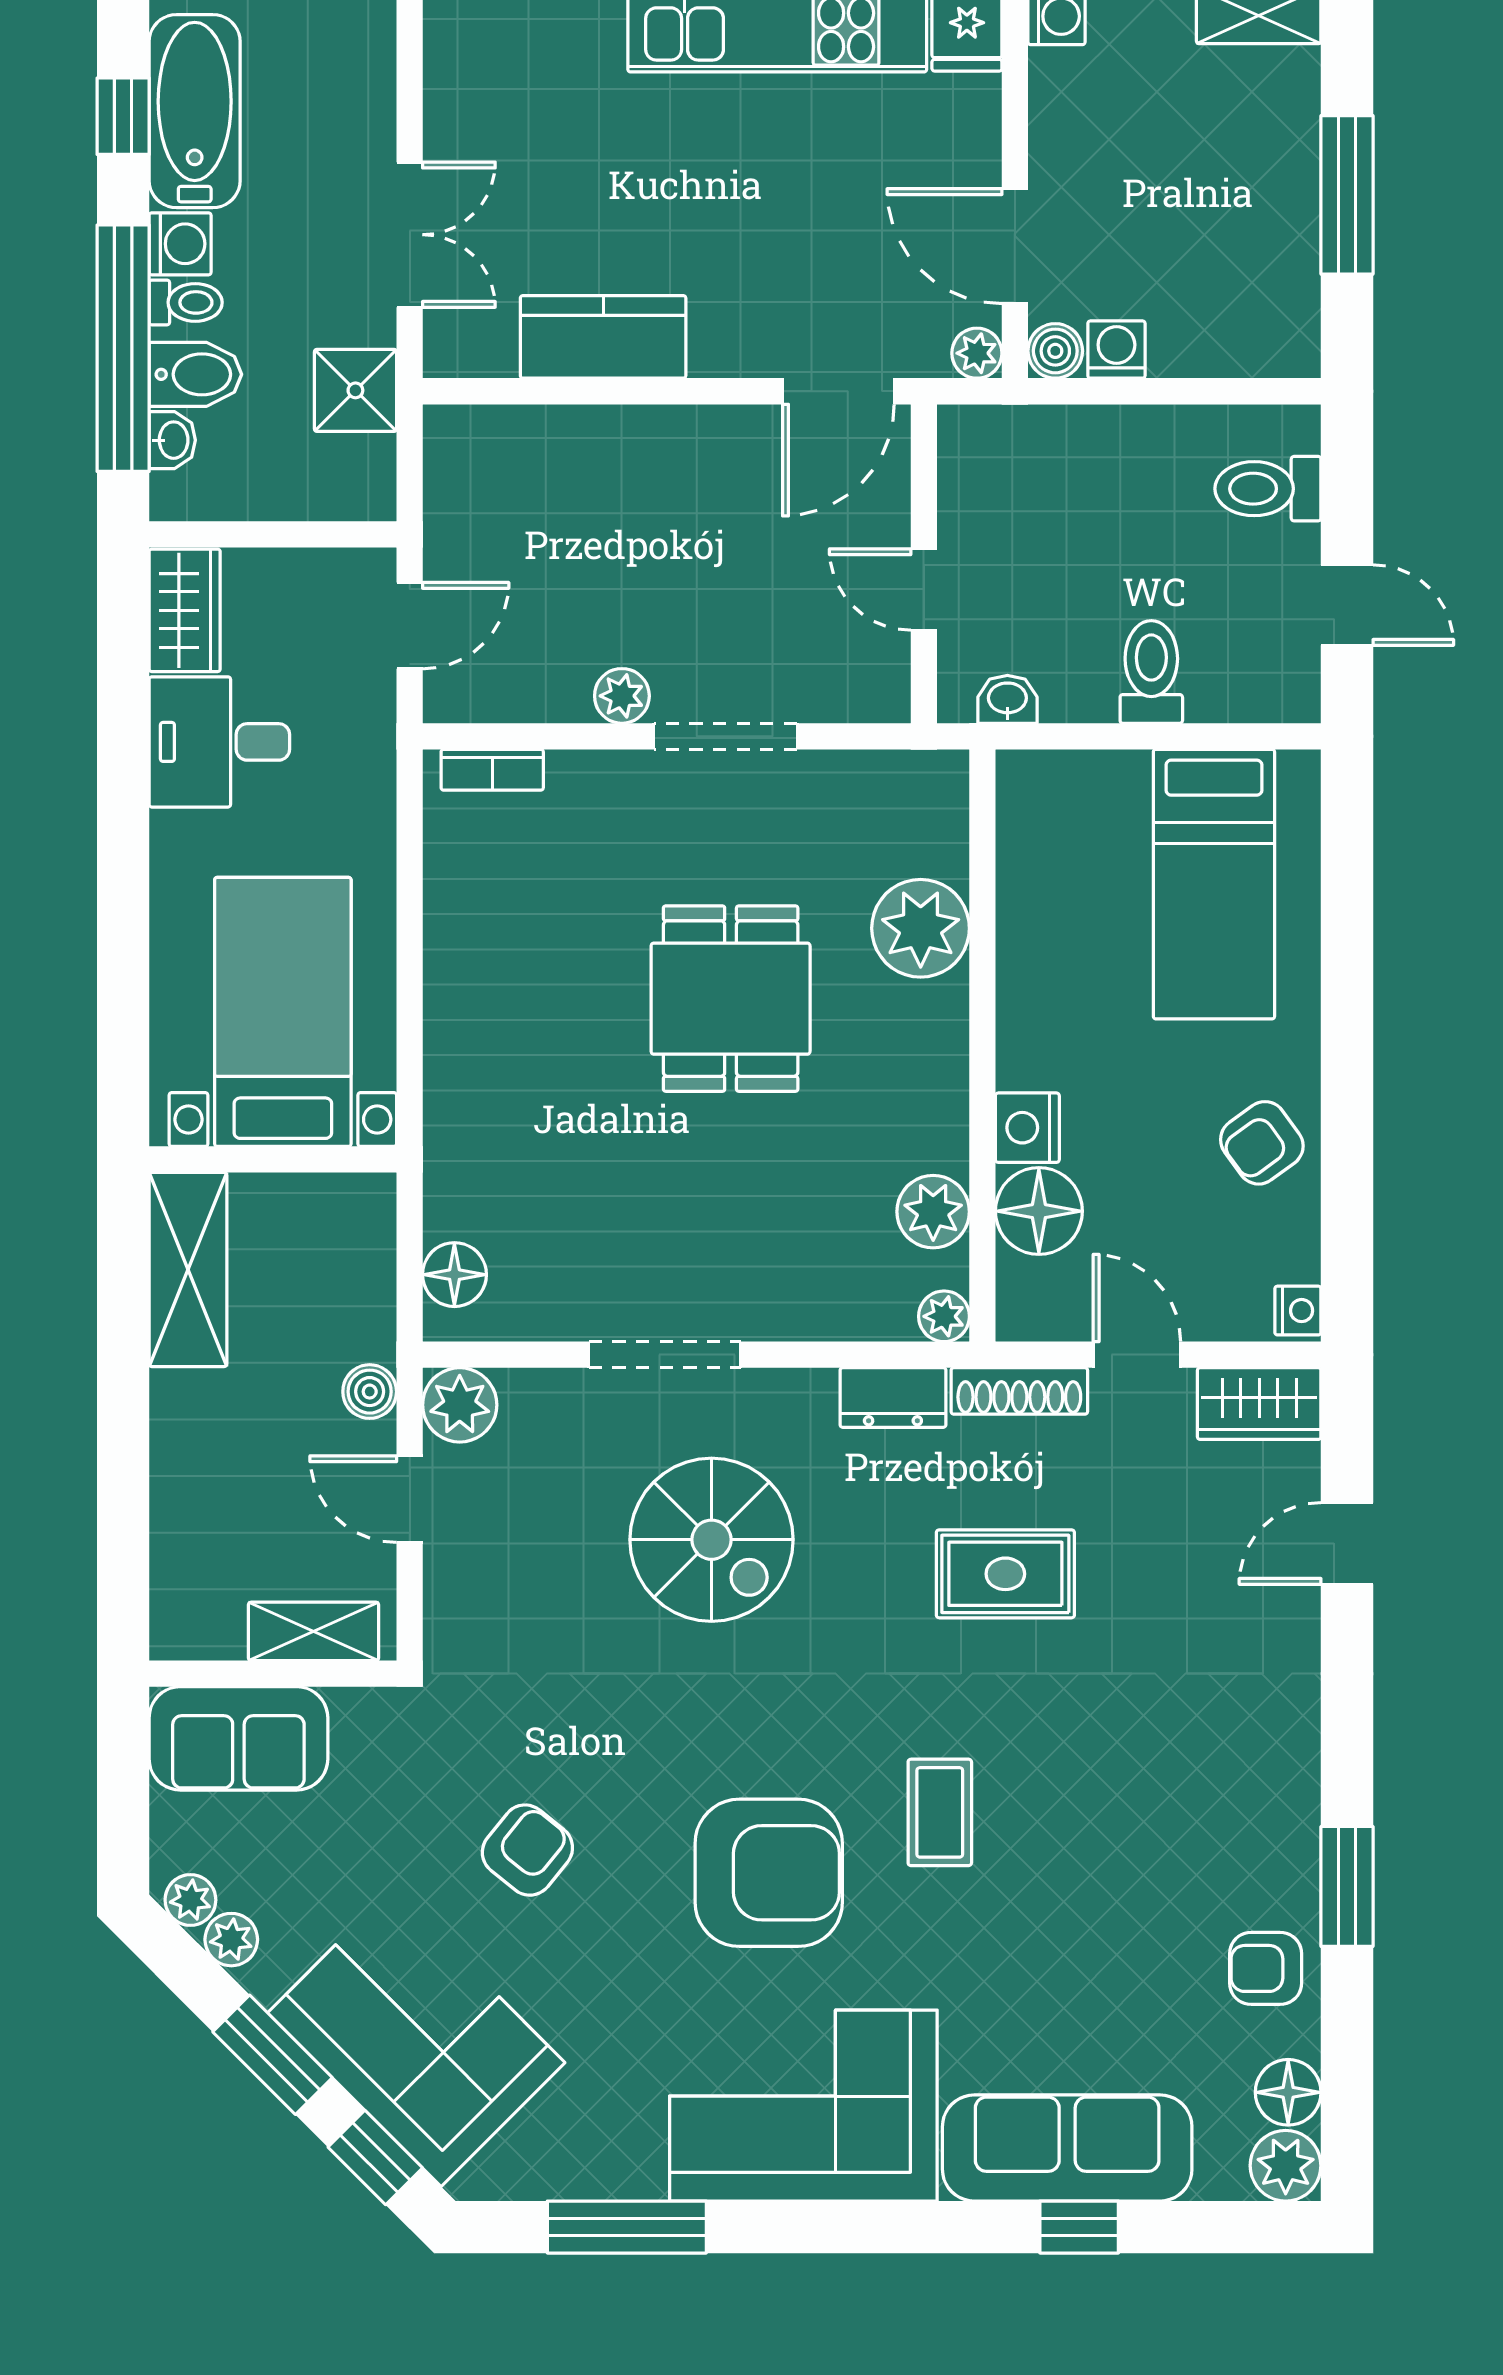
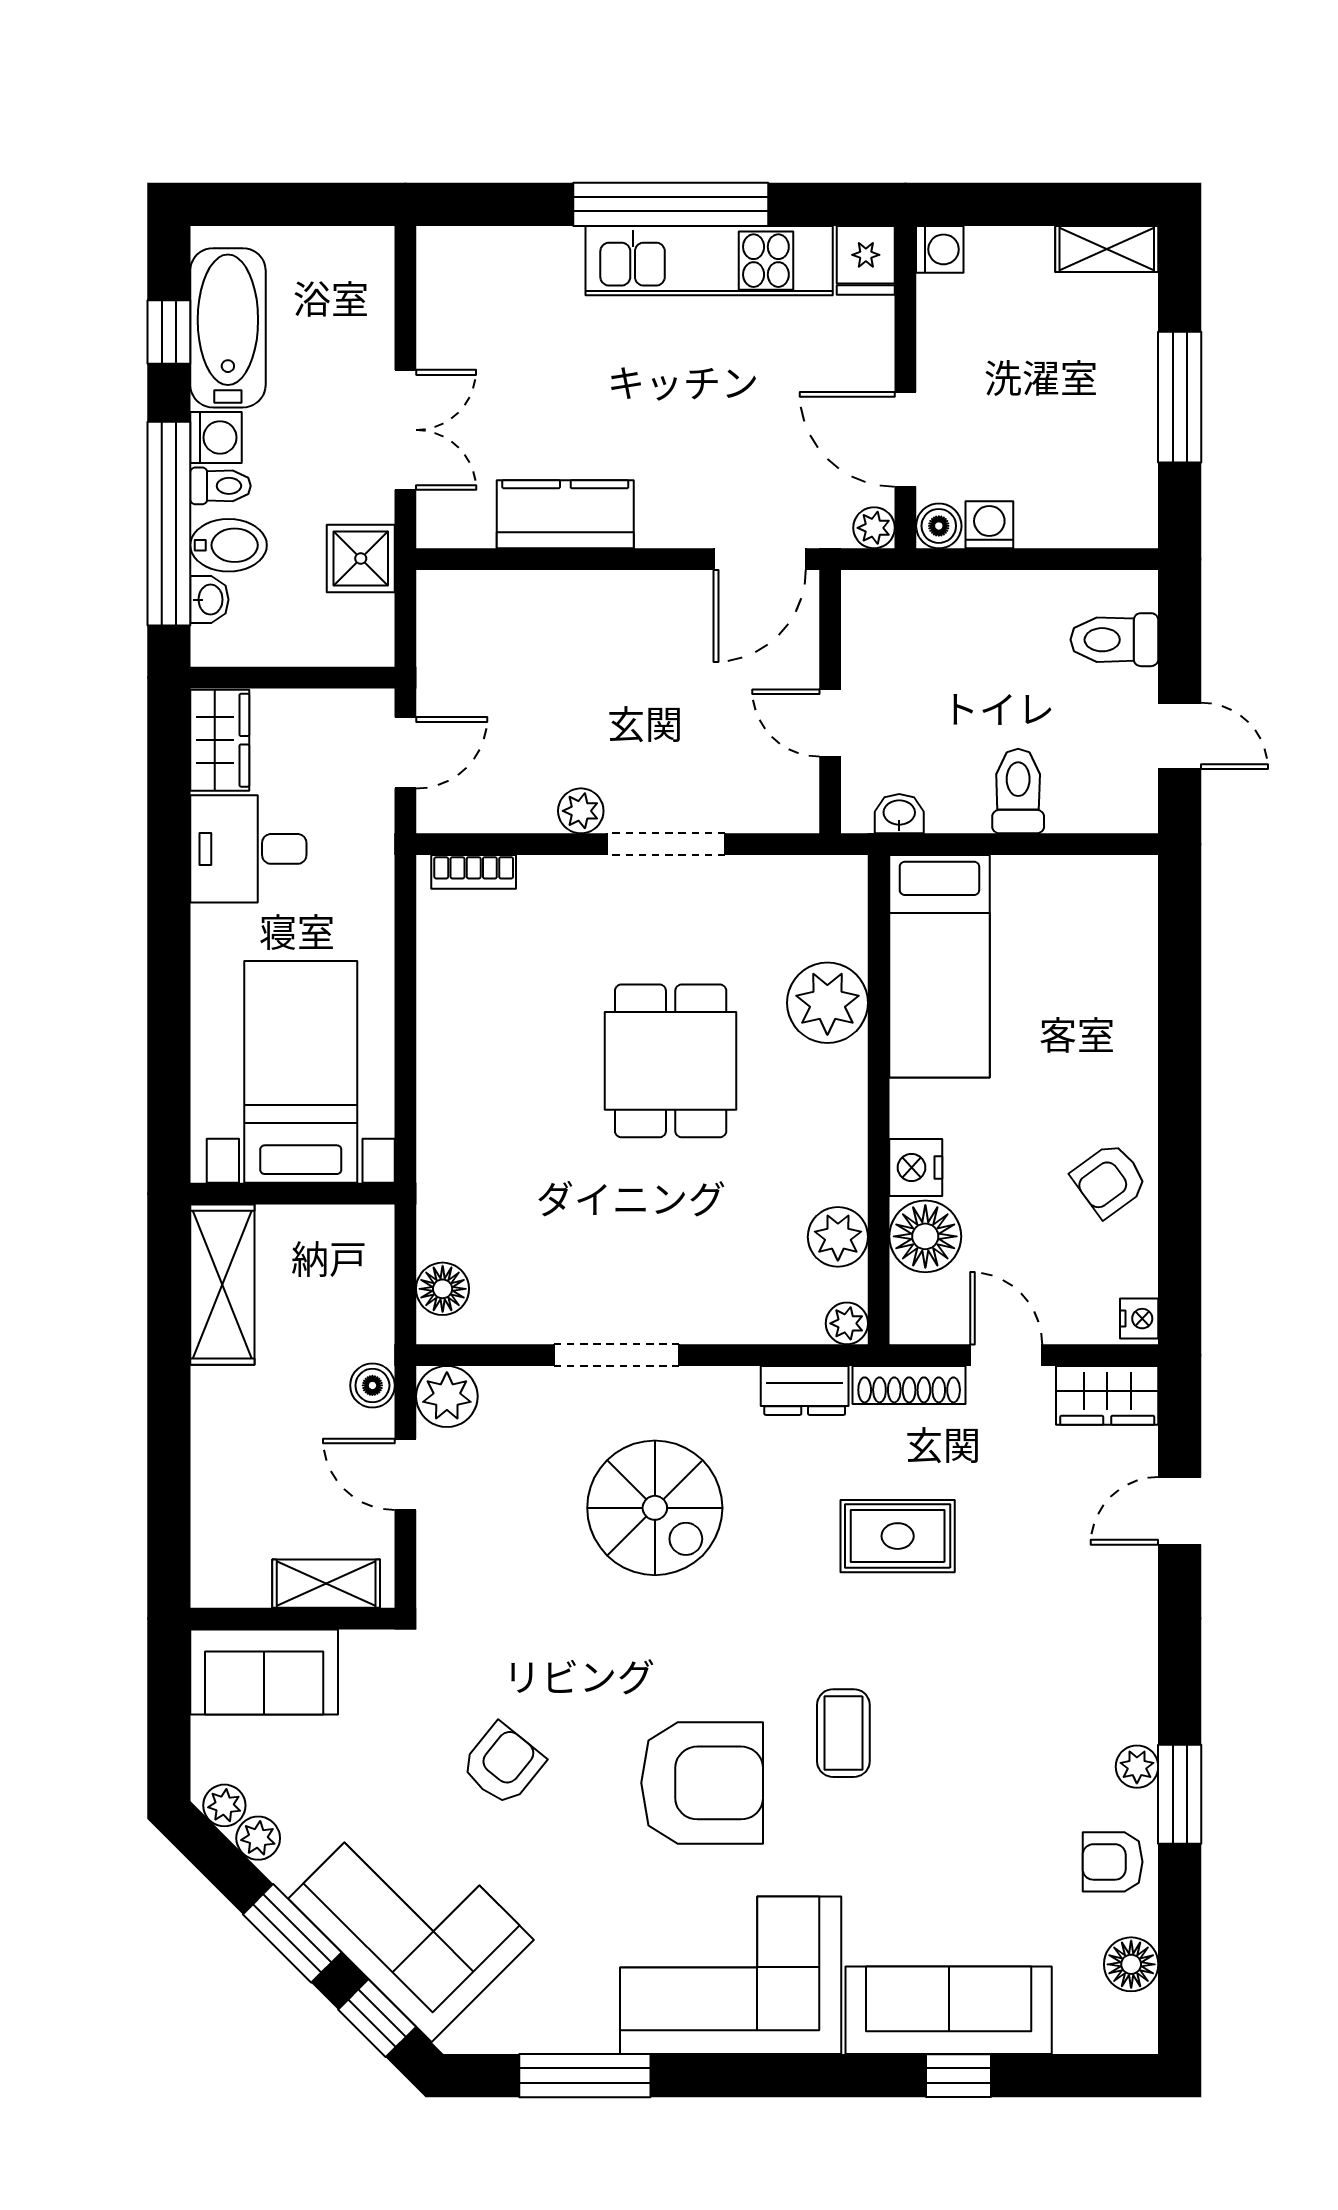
bed: (1214, 884) -> (939, 966), moved
plant: (1286, 2166) -> (1137, 1767), moved, width x0.73, depth x0.73

